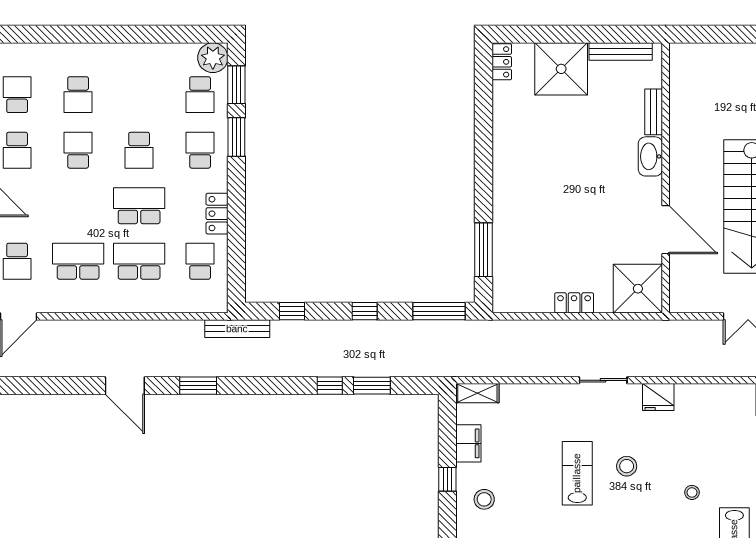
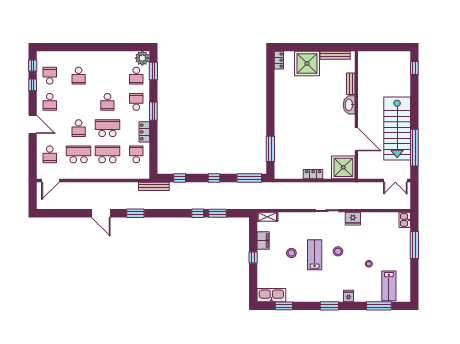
window: (236, 137) -> (153, 111), moved
school desk: (78, 150) -> (79, 128), moved, turned 180
stool: (484, 499) -> (291, 253), moved

